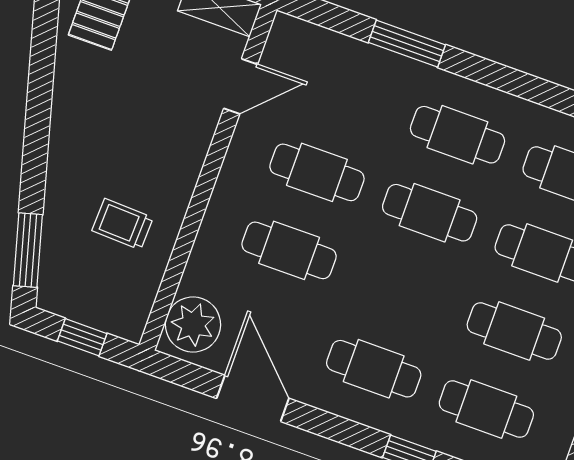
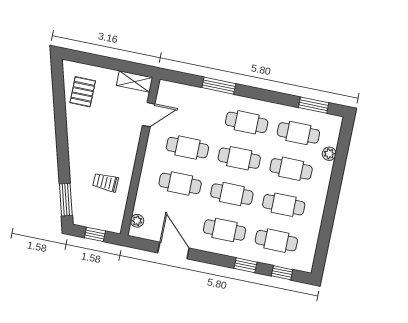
cafe table: (402, 291) -> (232, 194), added
plant: (193, 325) -> (137, 221), width x0.53, depth x0.53

